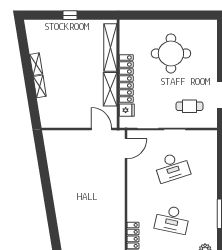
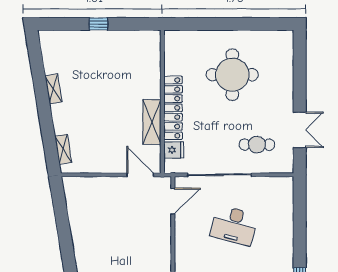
shelving: (110, 47) -> (152, 67), removed
shelving: (40, 86) -> (63, 149), moved
desk: (172, 167) -> (234, 225), turned 33

